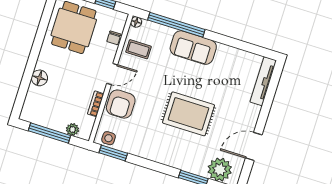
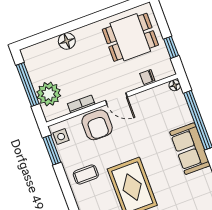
coffee table: (138, 49) -> (86, 175), moved, turned 90
armchair: (121, 104) -> (97, 125), turned -90
plant: (73, 130) -> (49, 94), width x1.87, depth x1.87

